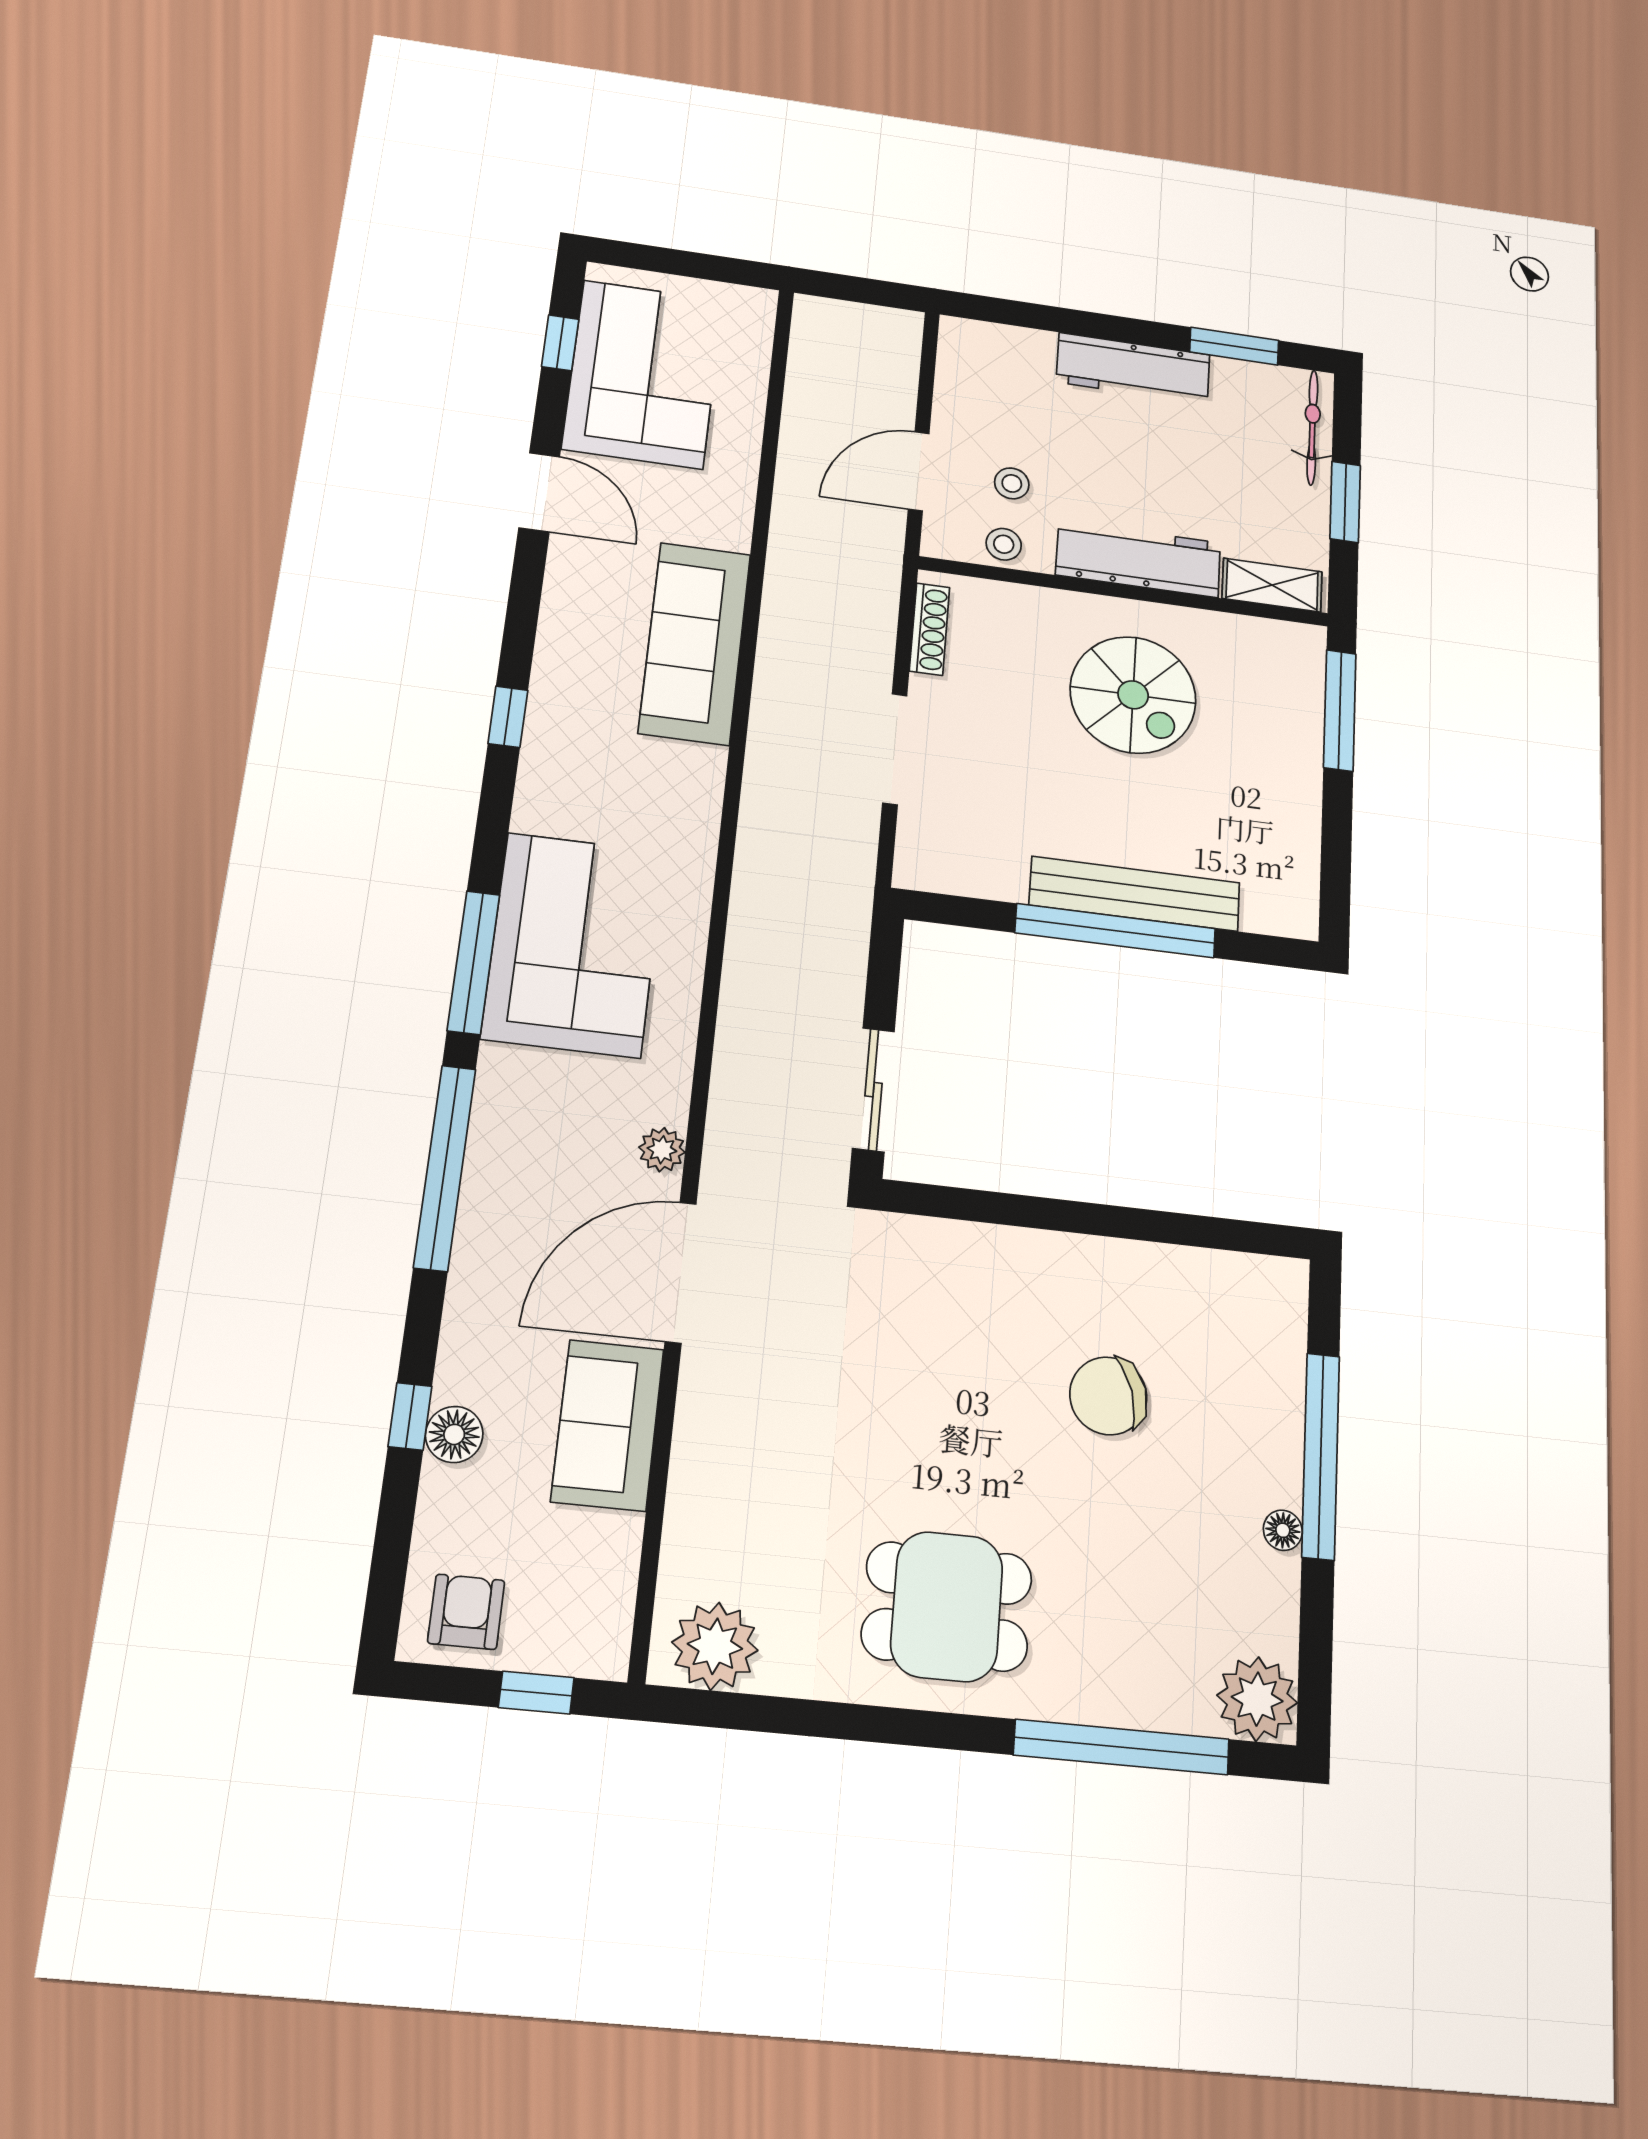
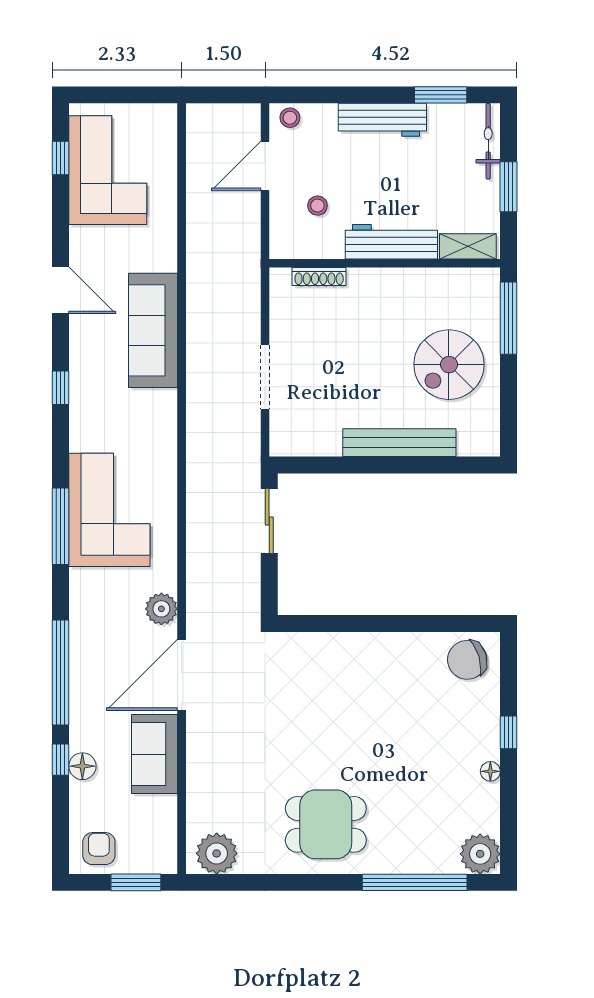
door: (919, 471) -> (265, 166), moved
door: (539, 492) -> (61, 290), moved
stool: (1004, 544) -> (290, 118), moved
shoe rack: (930, 629) -> (319, 277), moved, turned 90
spiral stairs: (1133, 695) -> (449, 365), moved, turned 90
window: (1115, 931) -> (390, 465), removed
sliding door: (873, 1090) -> (269, 521), moved
plant: (662, 1150) -> (161, 609), width x1.38, depth x1.38
window: (445, 1168) -> (61, 672), moved
chair: (1108, 1396) -> (467, 660), moved
window: (1321, 1456) -> (509, 732), width x0.32
window: (536, 1693) -> (136, 882), width x1.50

